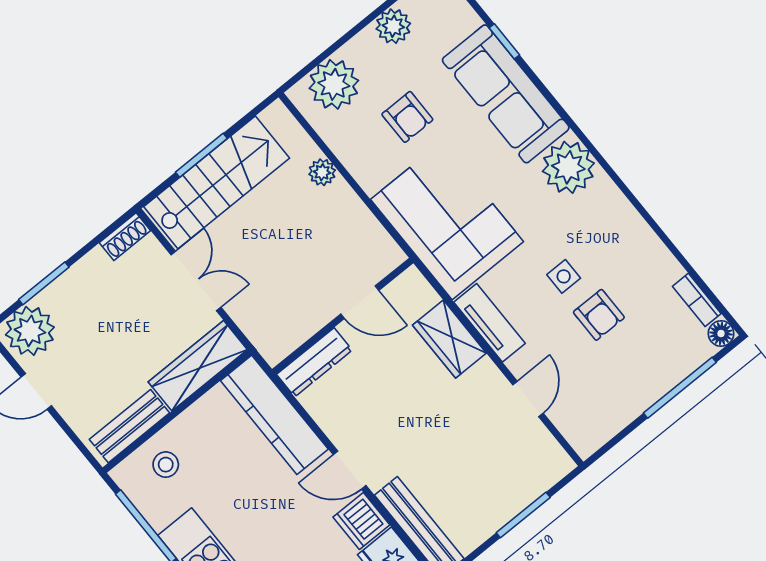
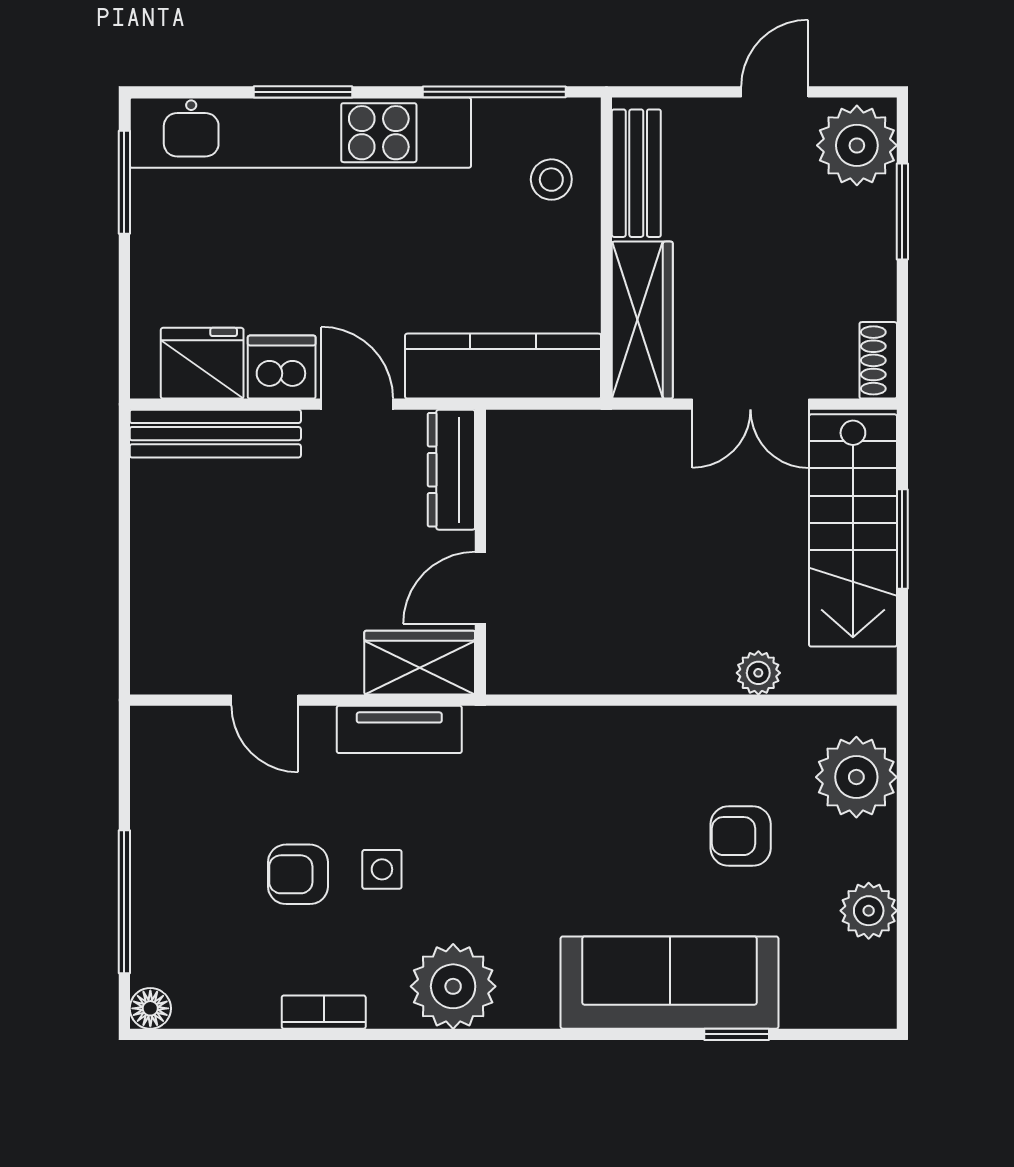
plant: (568, 167) -> (453, 986), moved
corner sofa: (447, 221) -> (571, 780), removed
bookcase: (697, 300) -> (324, 1012), moved
door: (360, 302) -> (480, 588), moved
wall: (343, 316) -> (480, 552), moved
dresser: (314, 362) -> (451, 470), moved
door: (350, 470) -> (357, 404), hinge flipped
window: (523, 515) -> (124, 576), removed

